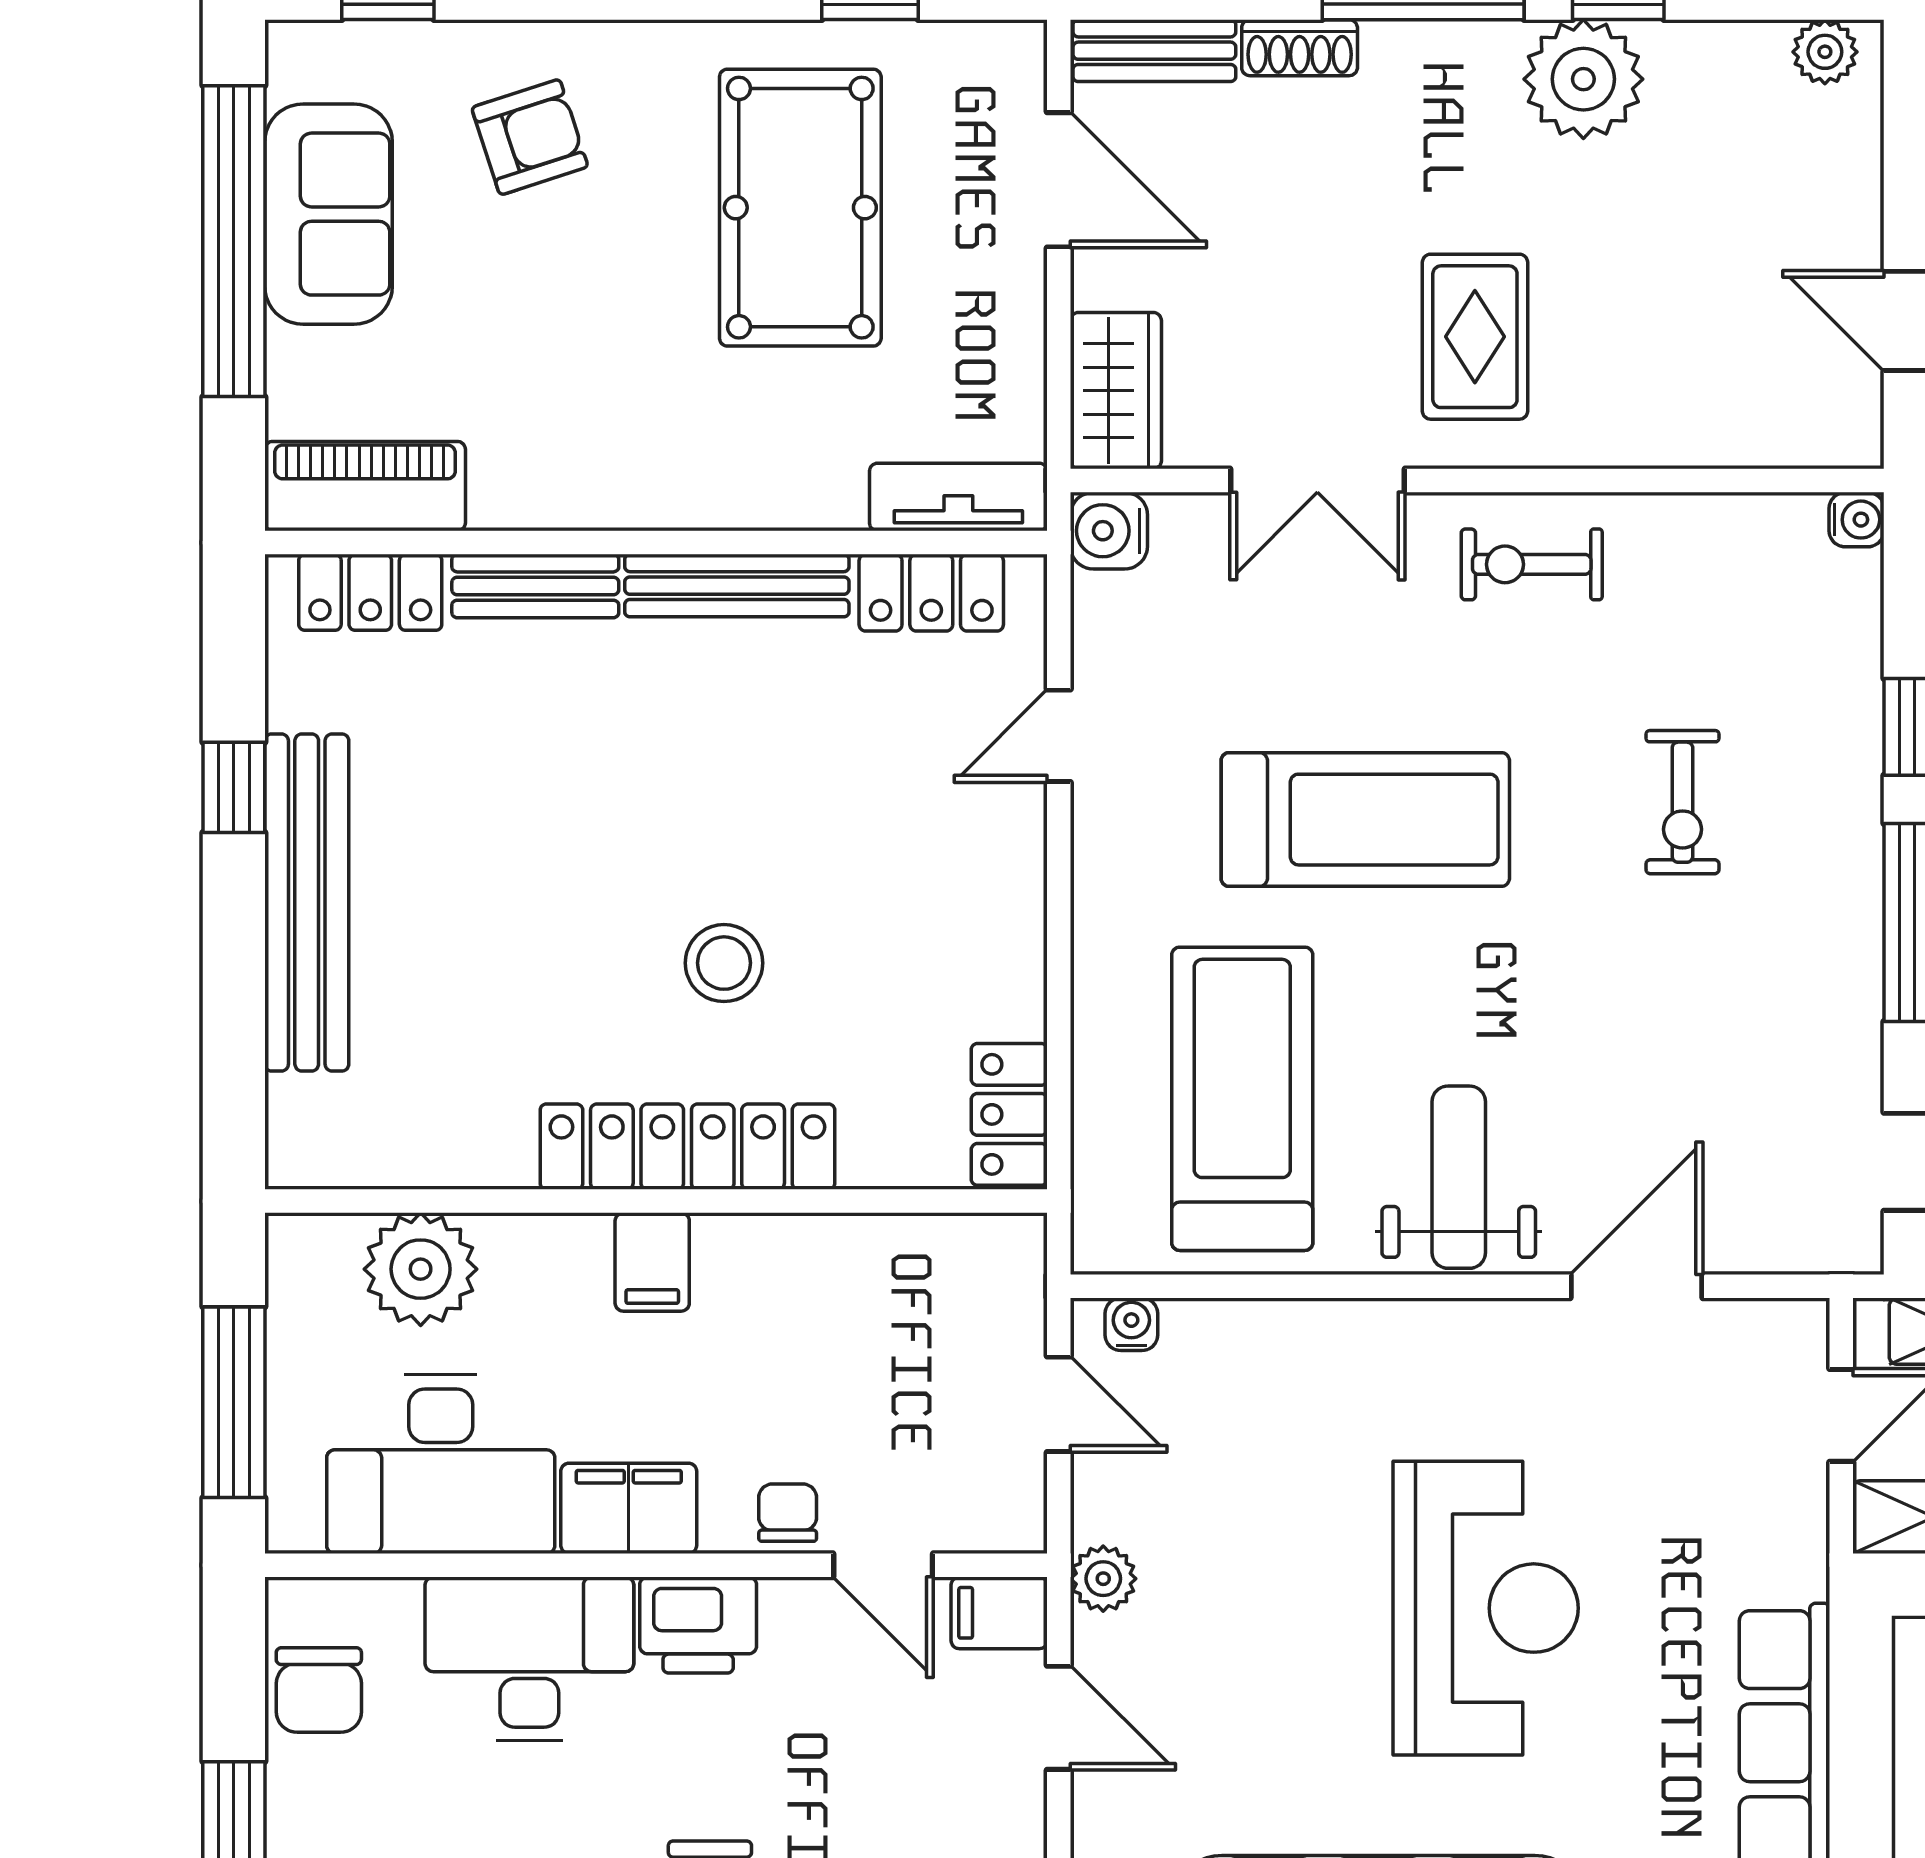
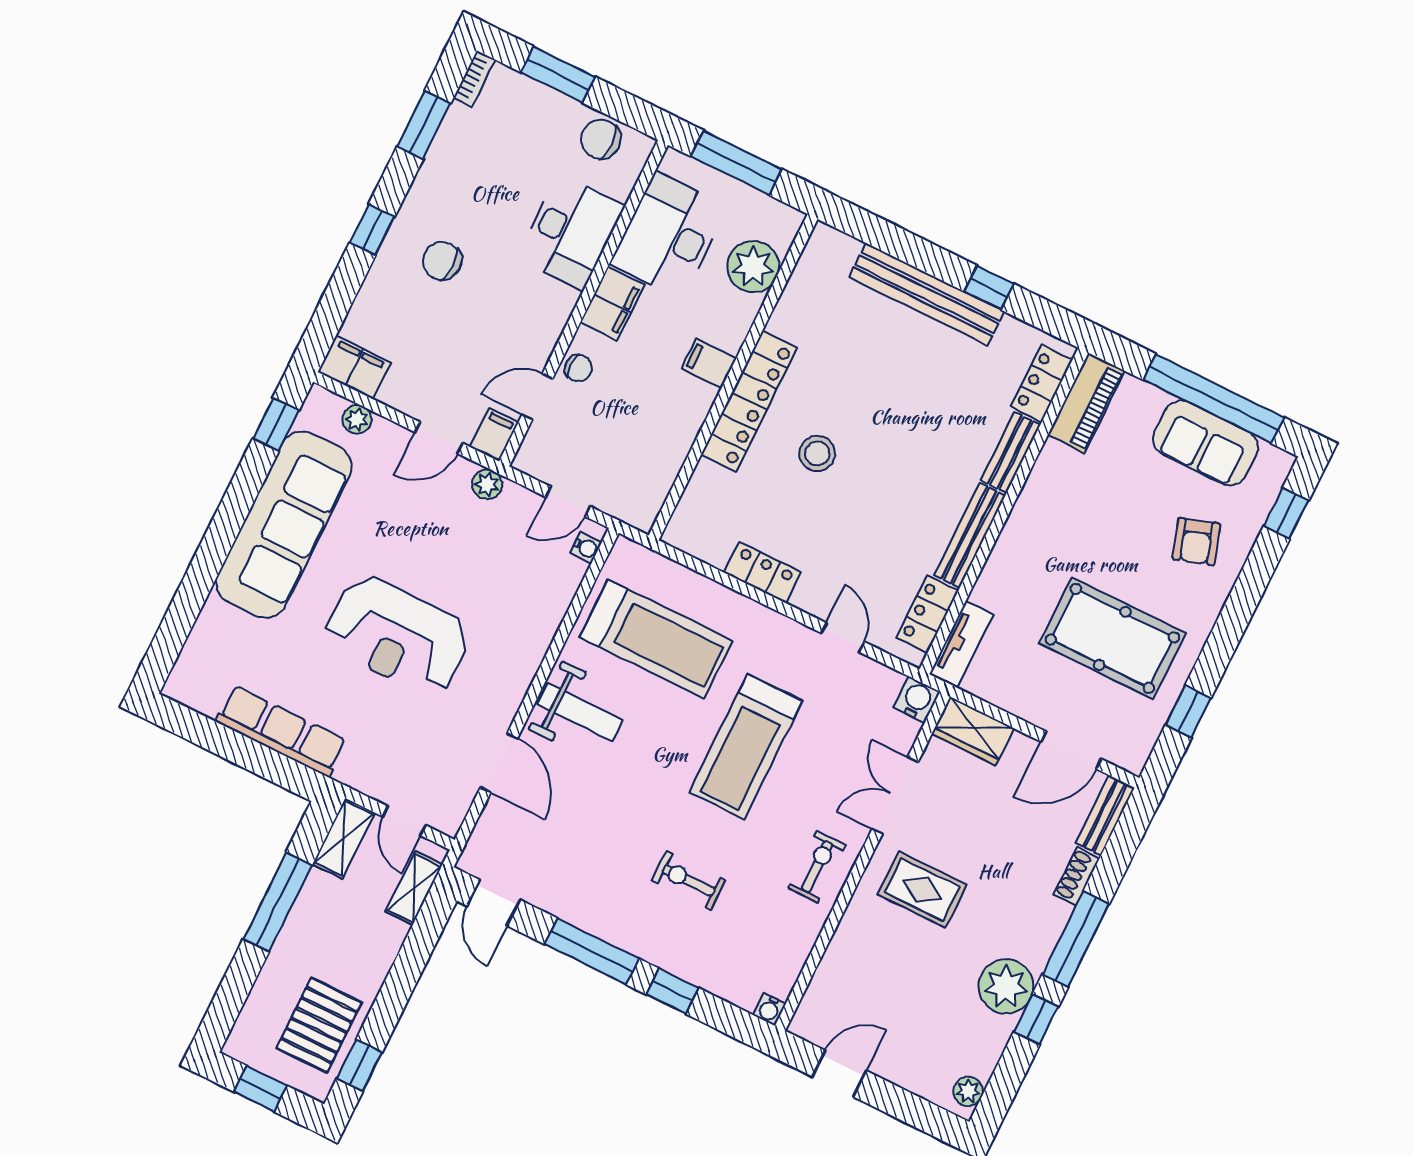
locker: (1009, 1114) -> (762, 572), moved
printer: (698, 1625) -> (550, 308), removed

